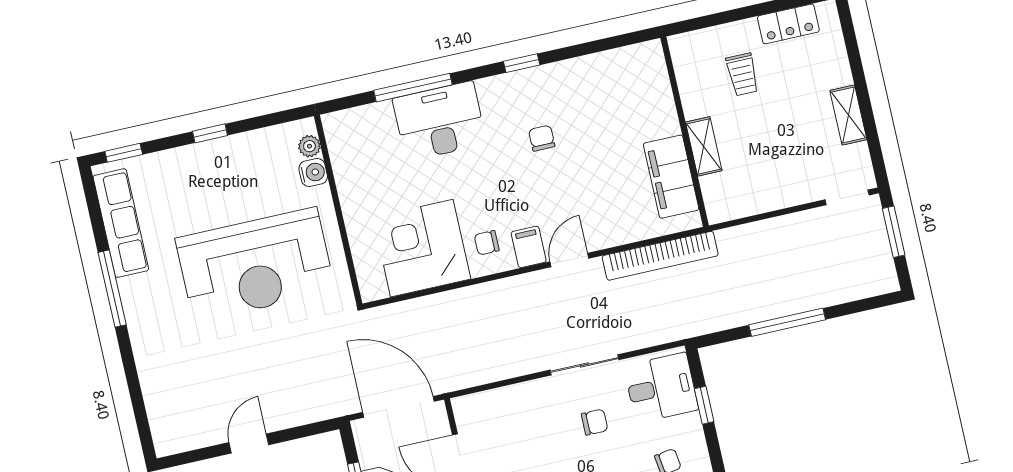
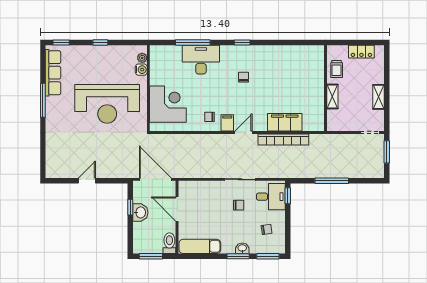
wall: (685, 132) -> (326, 88), moved
shelving: (704, 146) -> (332, 96), moved
filing cabinet: (671, 177) -> (285, 122), moved, turned 90
corner desk: (422, 248) -> (168, 104), moved, turned 90
window: (704, 405) -> (288, 196), moved

